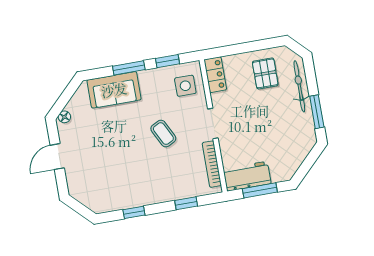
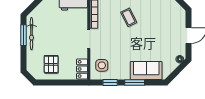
bicycle: (299, 86) -> (31, 34), moved
coffee table: (163, 134) -> (129, 17), moved

